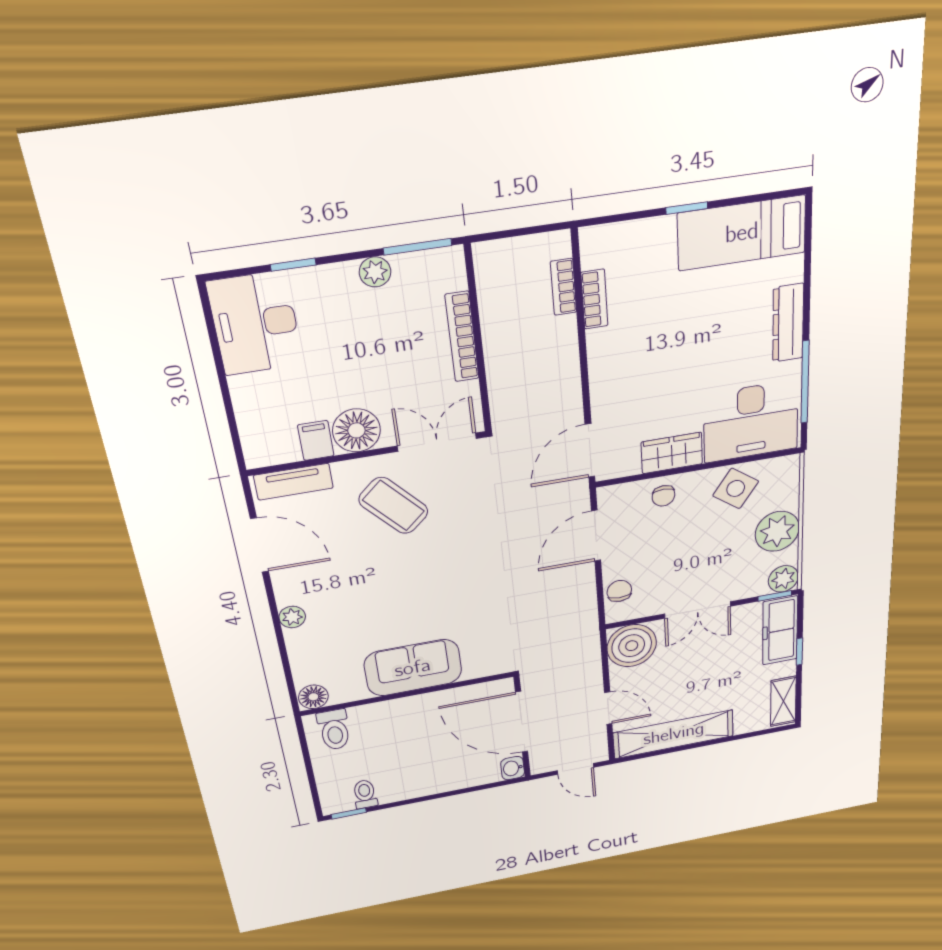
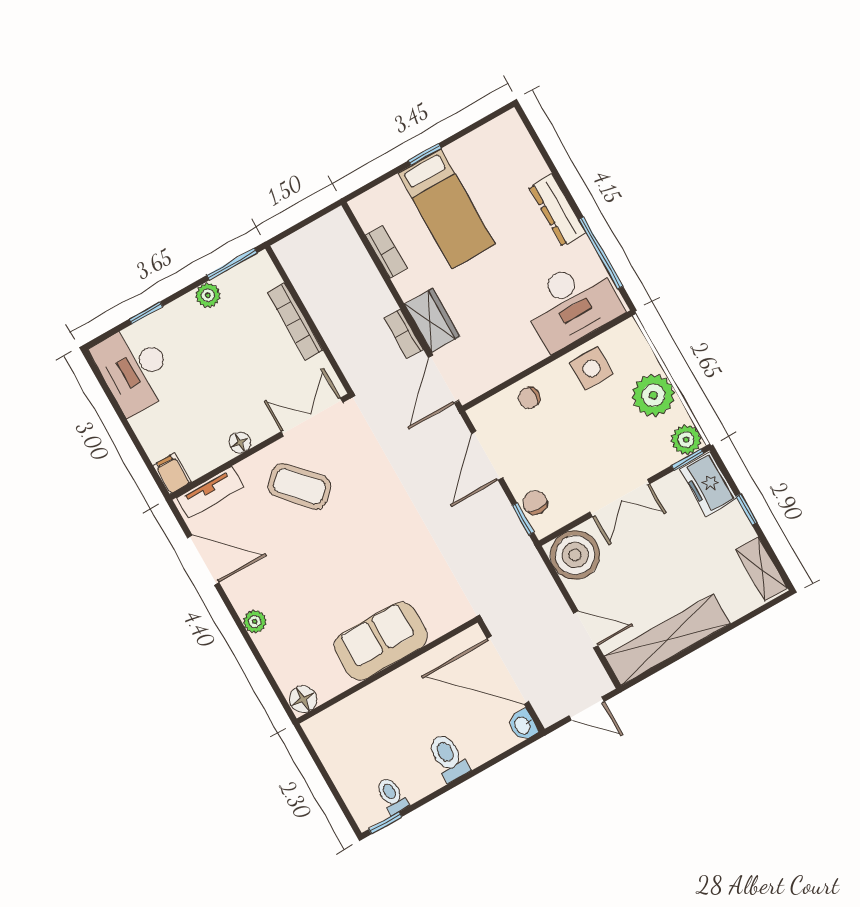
bed: (742, 233) -> (446, 209), moved, turned -90
bookcase: (564, 287) -> (404, 334), moved
floor lamp: (356, 430) -> (240, 442), width x0.53, depth x0.53
filing cabinet: (316, 440) -> (172, 474), moved
wardrobe: (672, 453) -> (432, 320), moved, turned 90
side table: (736, 488) -> (591, 368), turned -36
chair: (663, 496) -> (529, 398), turned 90
window: (601, 602) -> (523, 519), added
freezer: (780, 631) -> (708, 484), width x0.71
toilet: (334, 730) -> (448, 757), moved, turned 180

